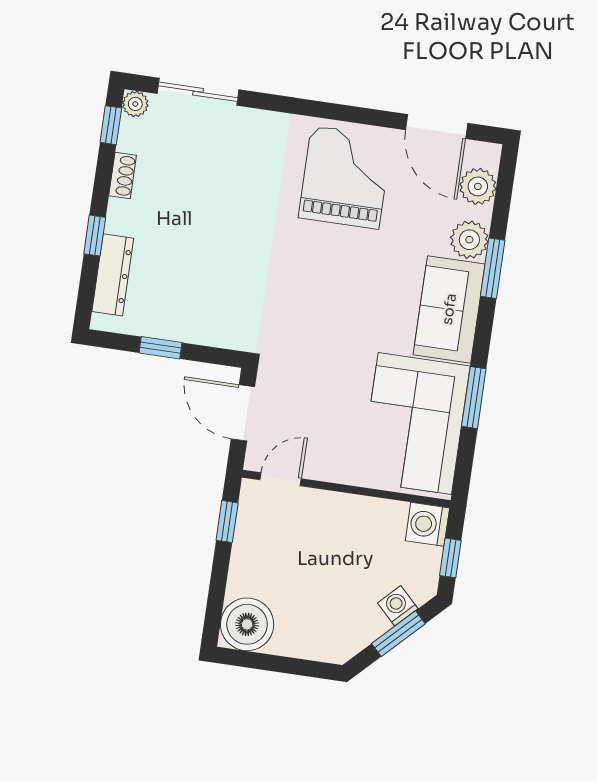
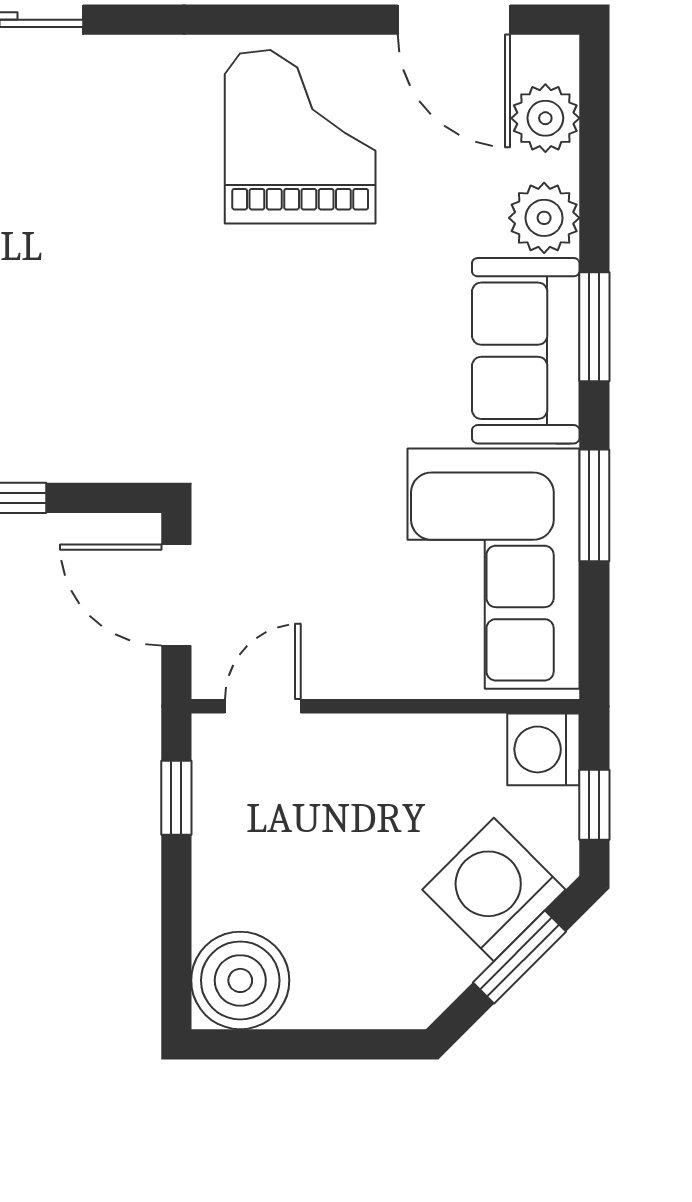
window: (493, 268) -> (594, 327), moved
washing machine: (398, 606) -> (494, 890), width x1.89, depth x1.89

